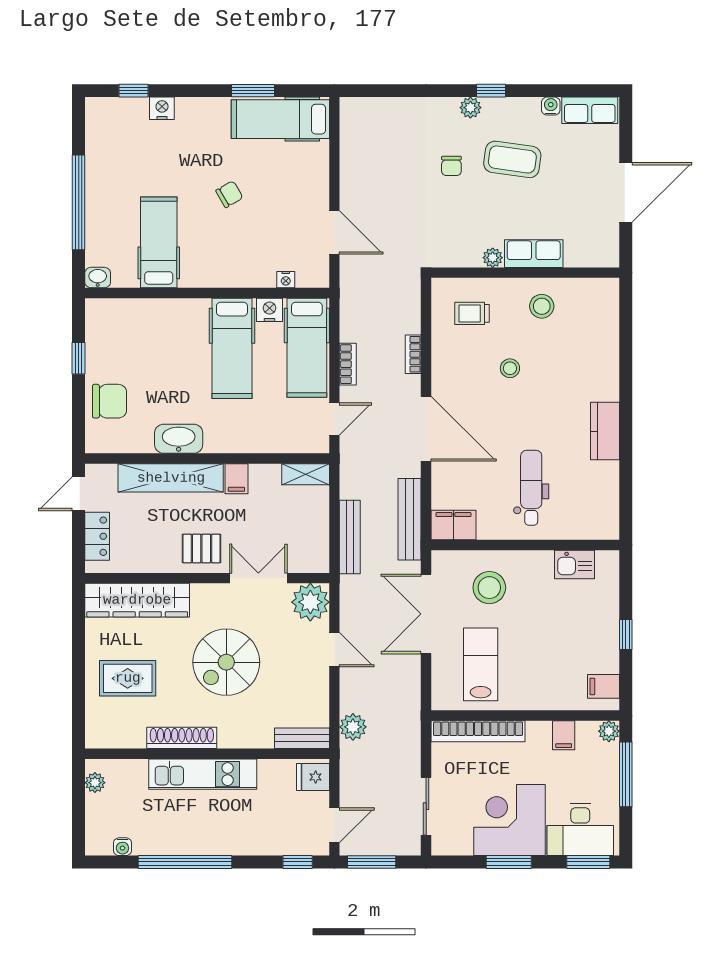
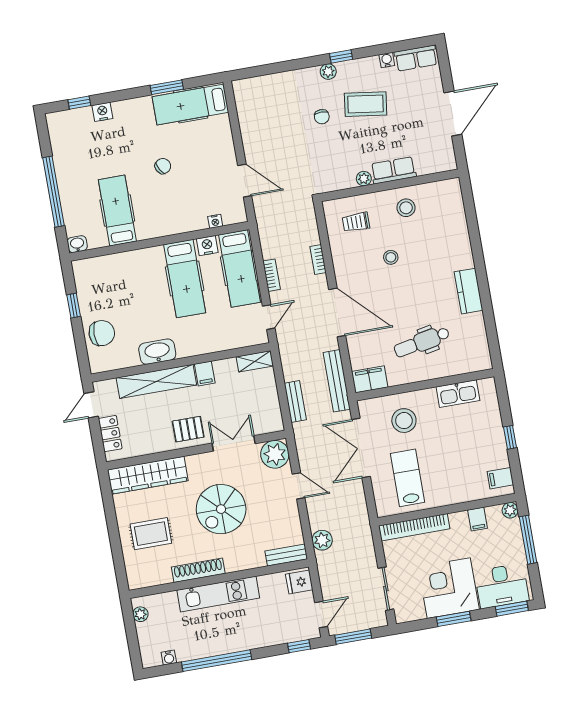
dental chair: (531, 488) -> (422, 342), turned -101
bench: (350, 537) -> (295, 402), width x0.73
kitchen sink: (575, 565) -> (458, 394), width x1.38

